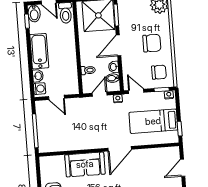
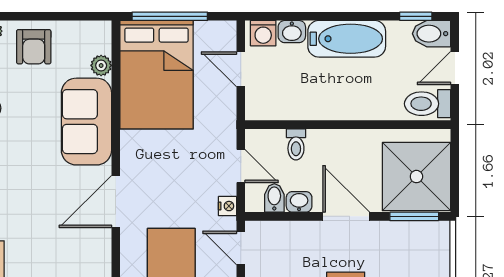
door: (136, 91) -> (241, 248), swing flipped
door: (56, 97) -> (241, 69), hinge flipped
bed: (62, 135) -> (156, 75), added
door: (120, 149) -> (116, 201), hinge flipped
plant: (59, 160) -> (101, 65), added

